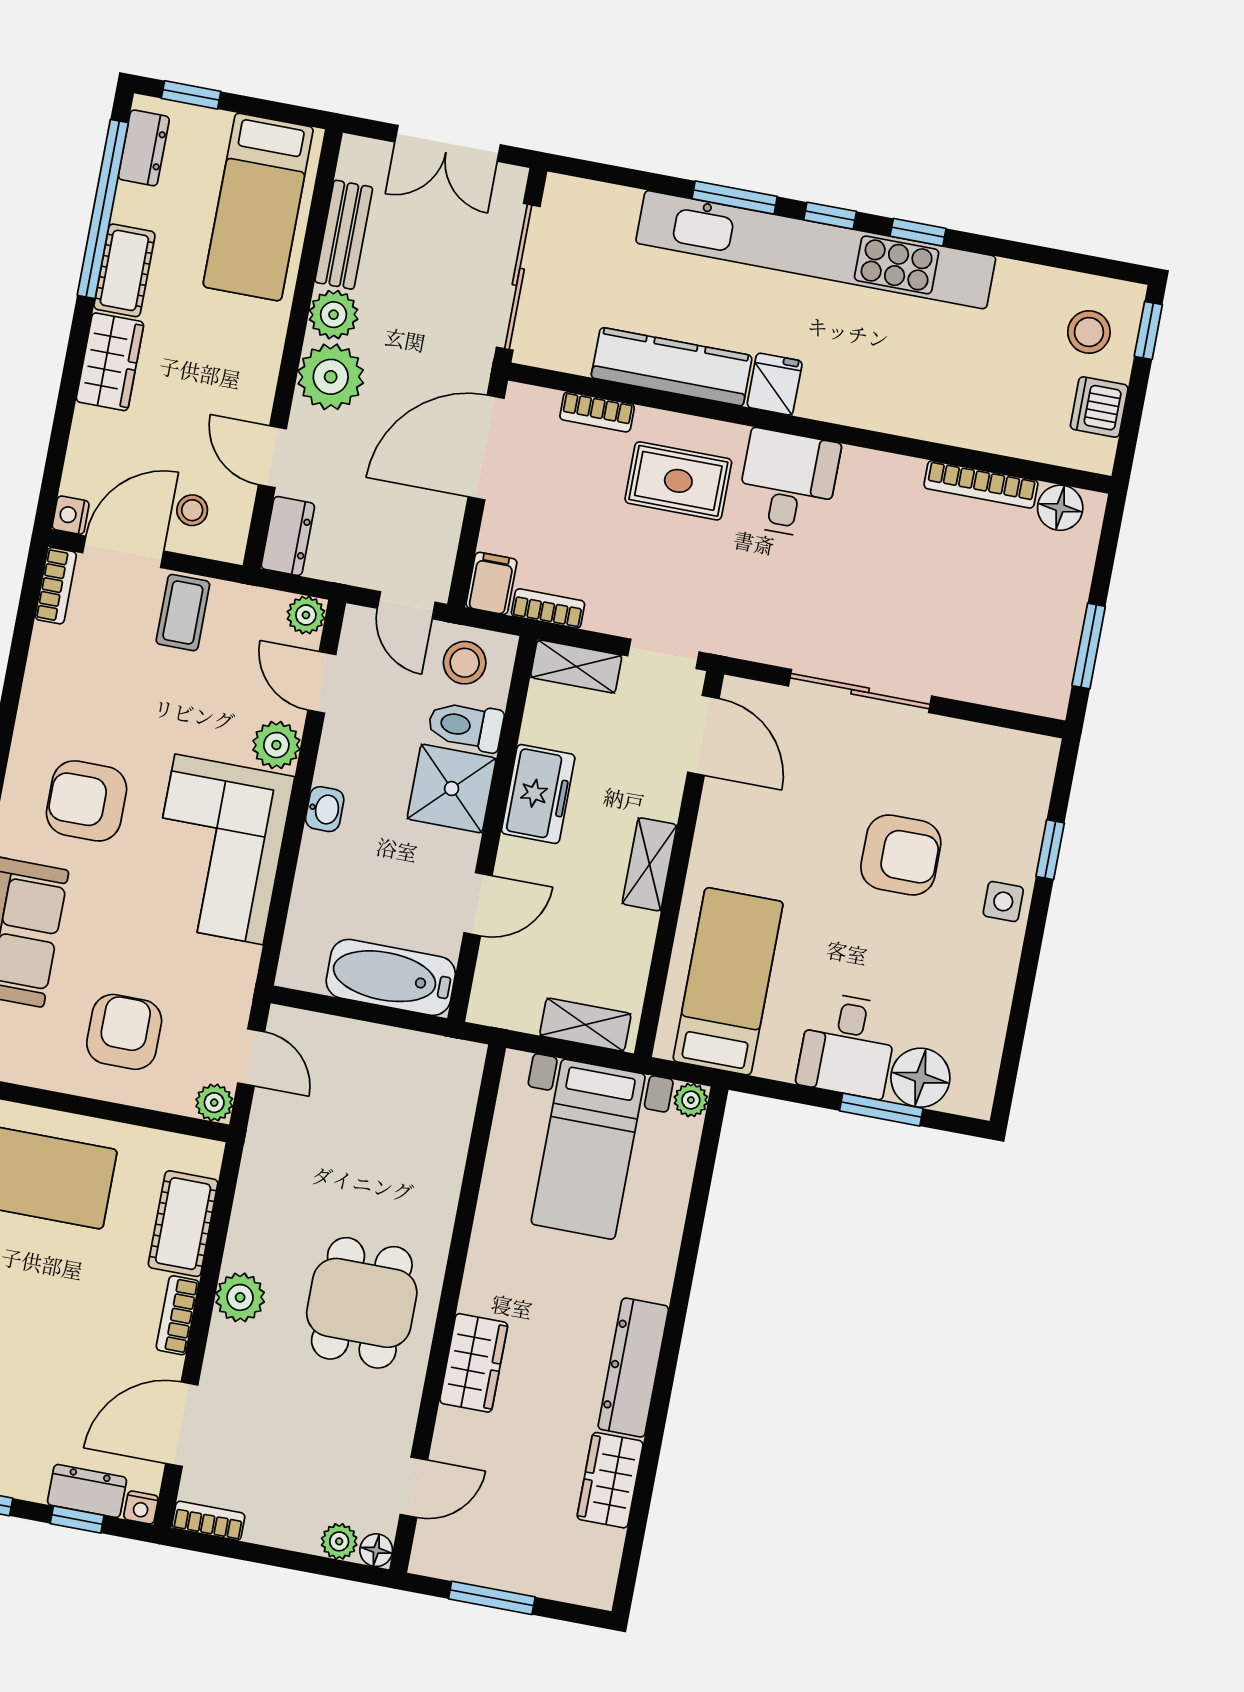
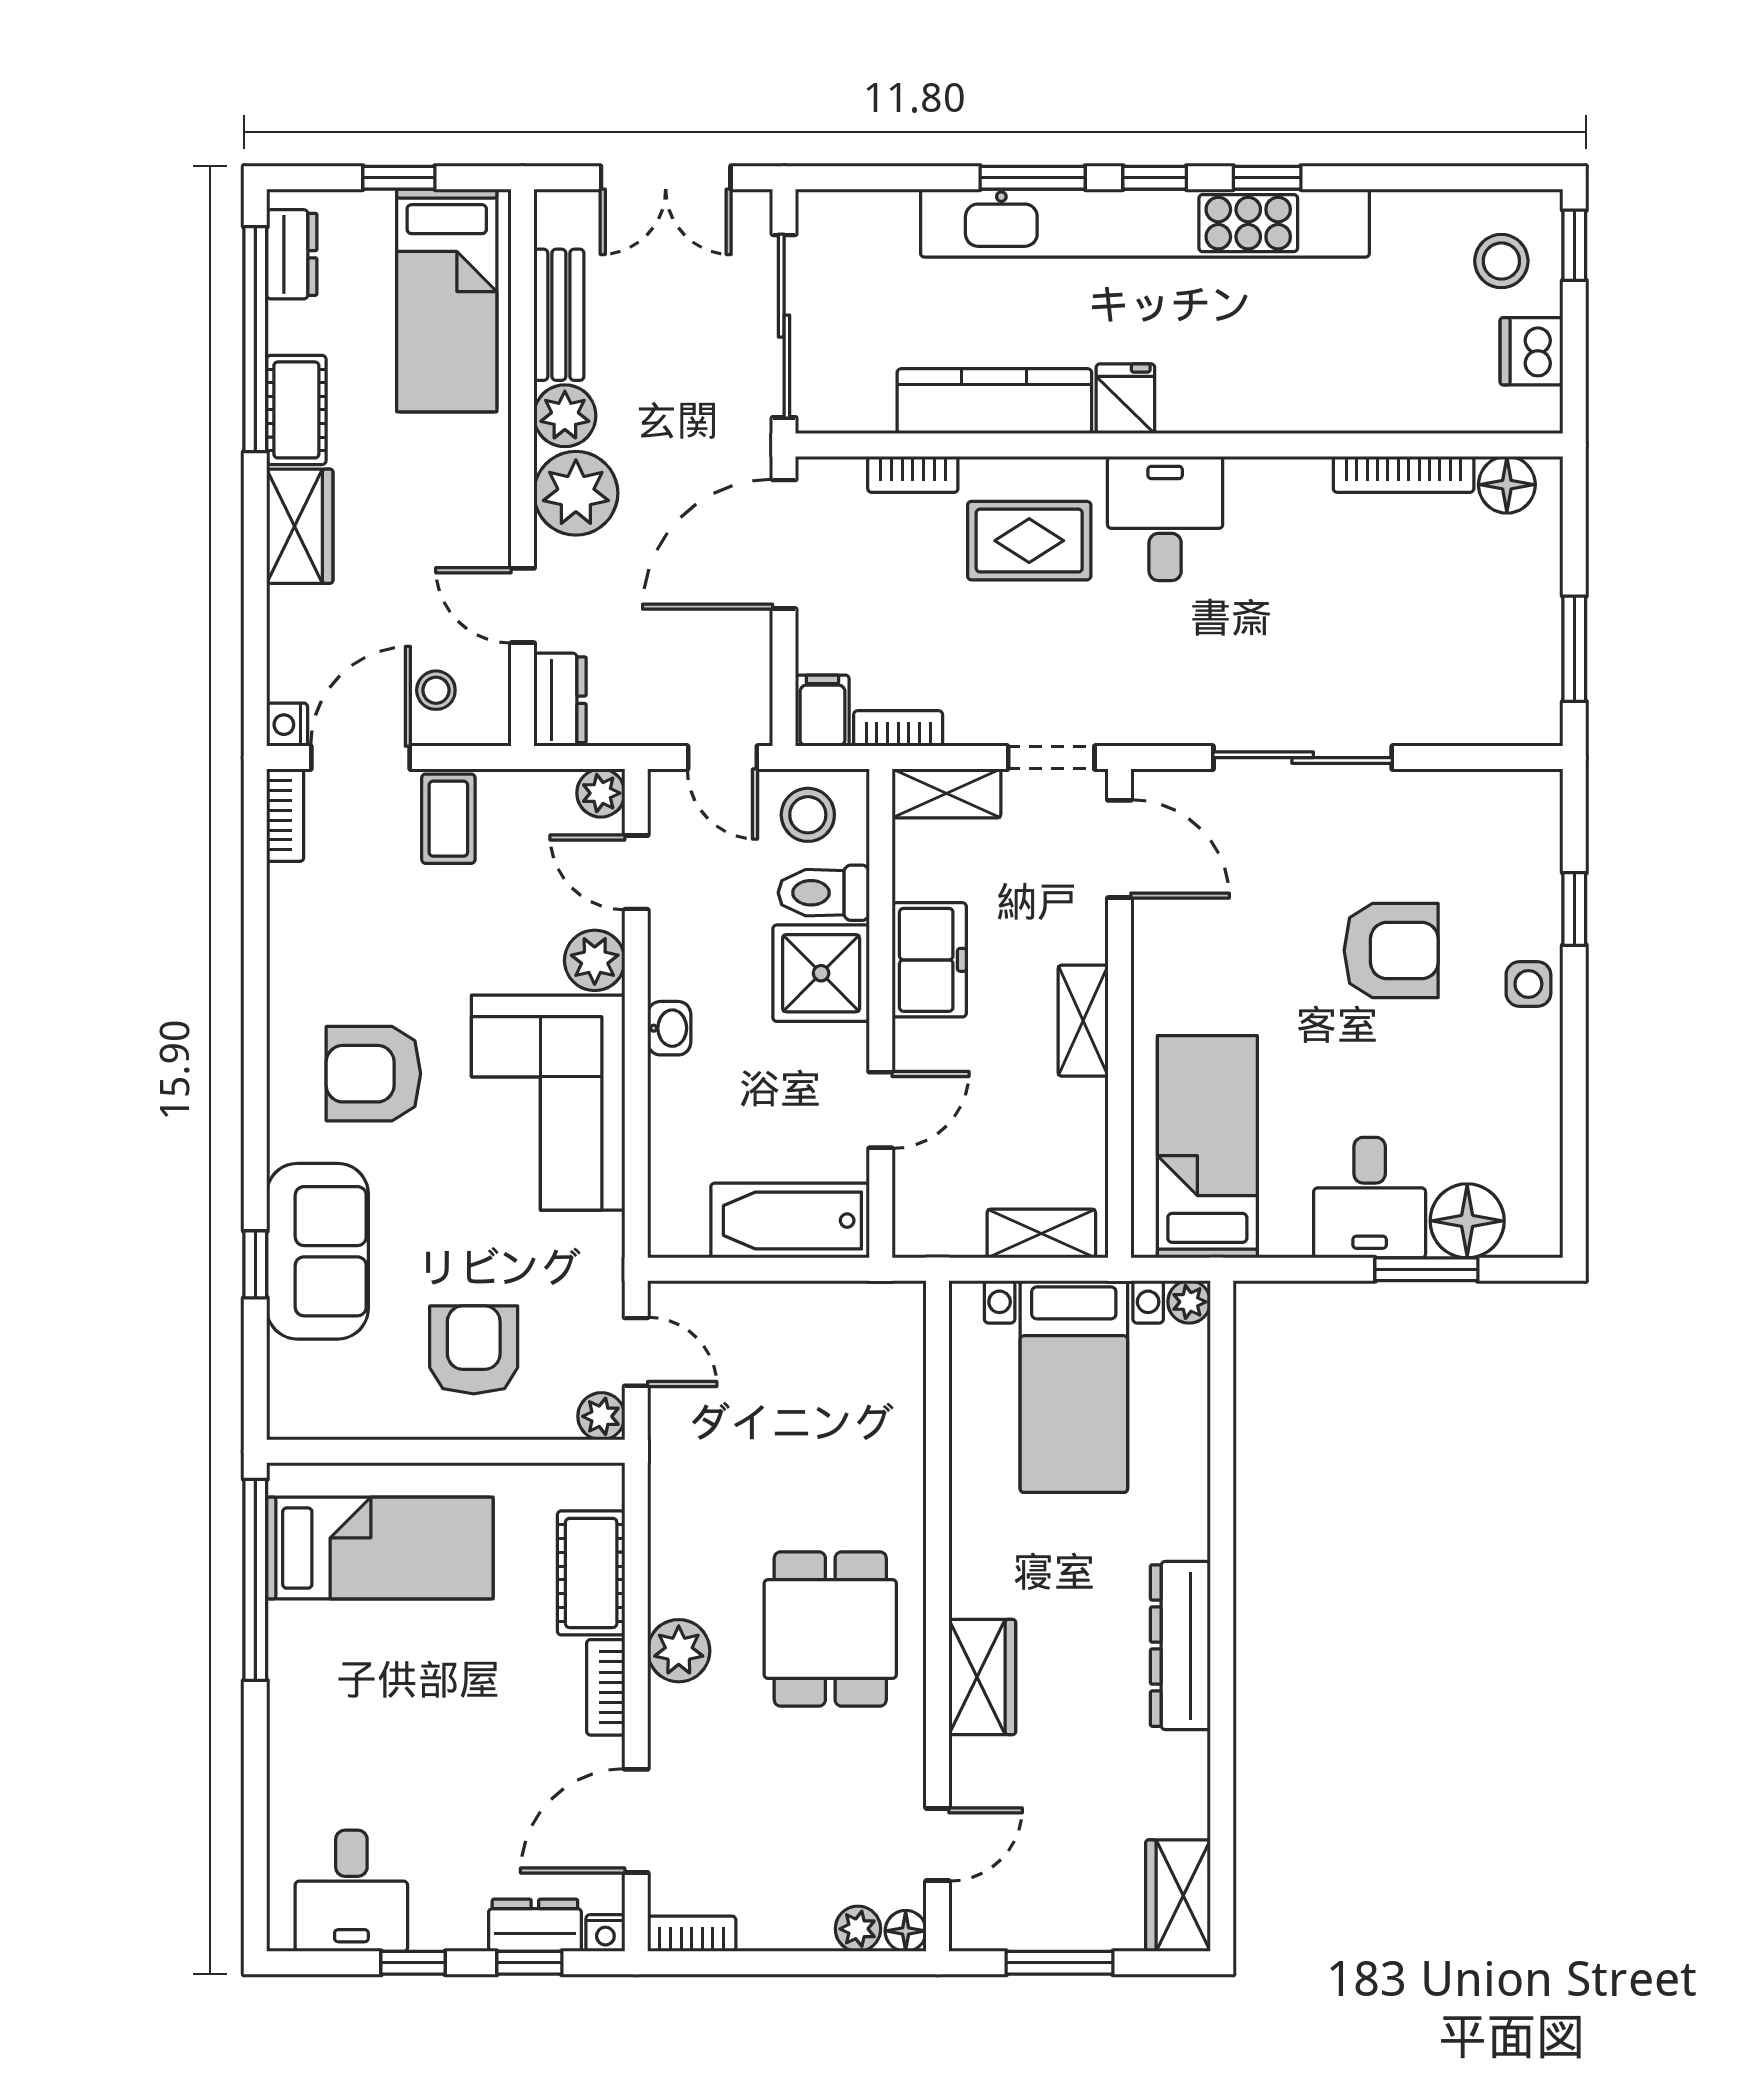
window: (191, 95) -> (399, 178), moved
wardrobe: (610, 1480) -> (1178, 1896), moved

